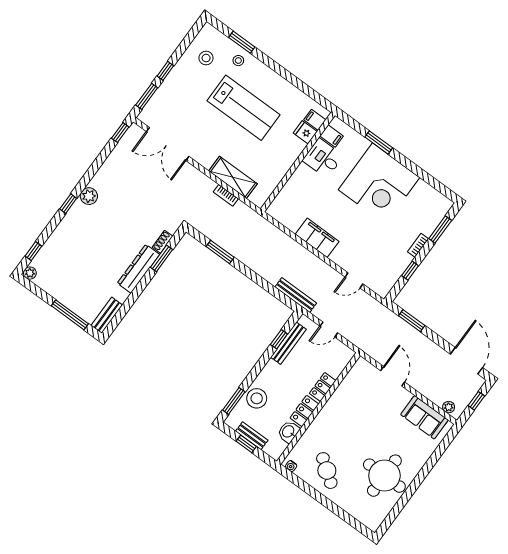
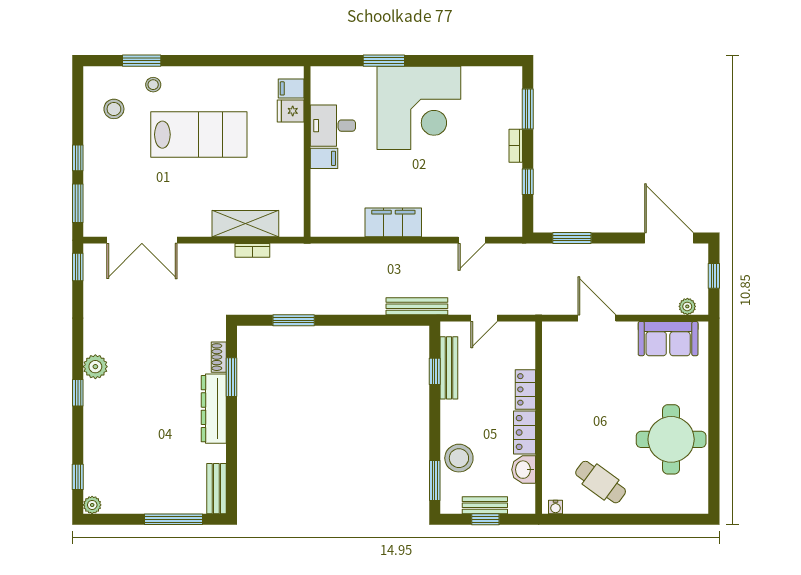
filing cabinet: (332, 136) -> (324, 158), moved

